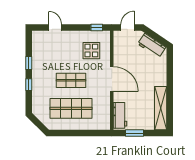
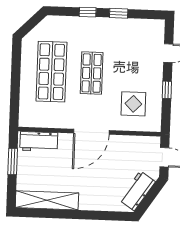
window: (97, 28) -> (167, 90), moved

